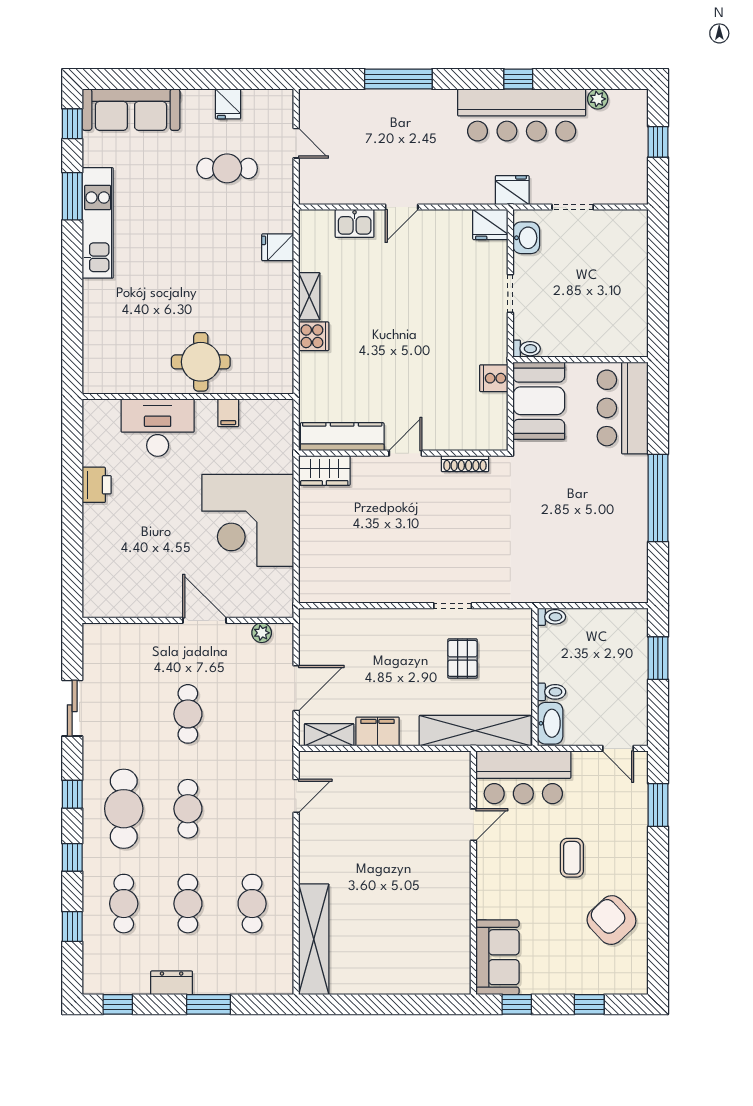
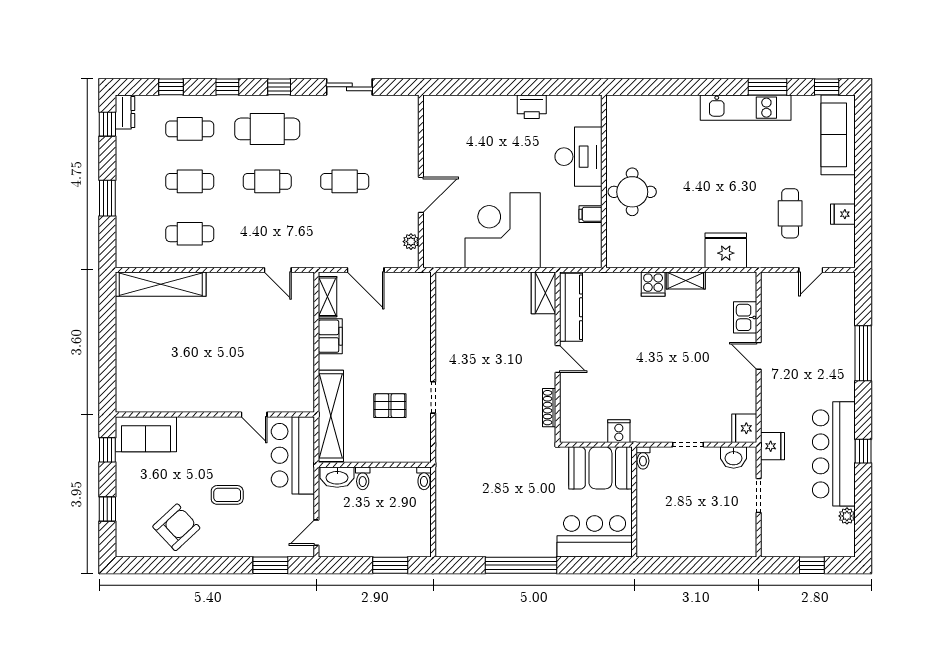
fridge: (278, 247) -> (726, 250), width x1.88, depth x1.34
dresser: (172, 983) -> (125, 112), moved

